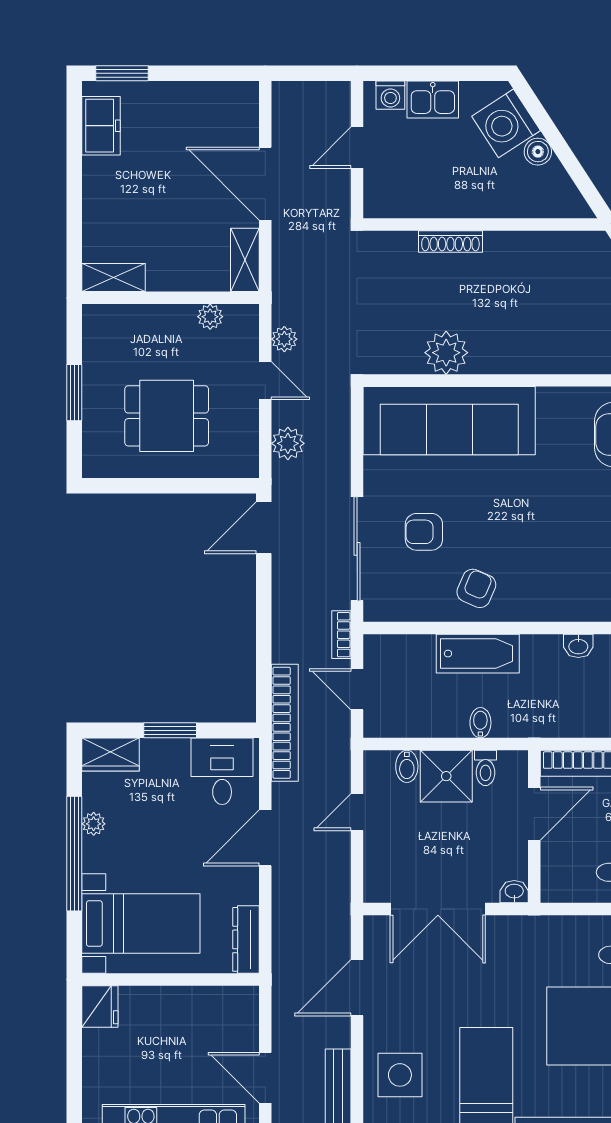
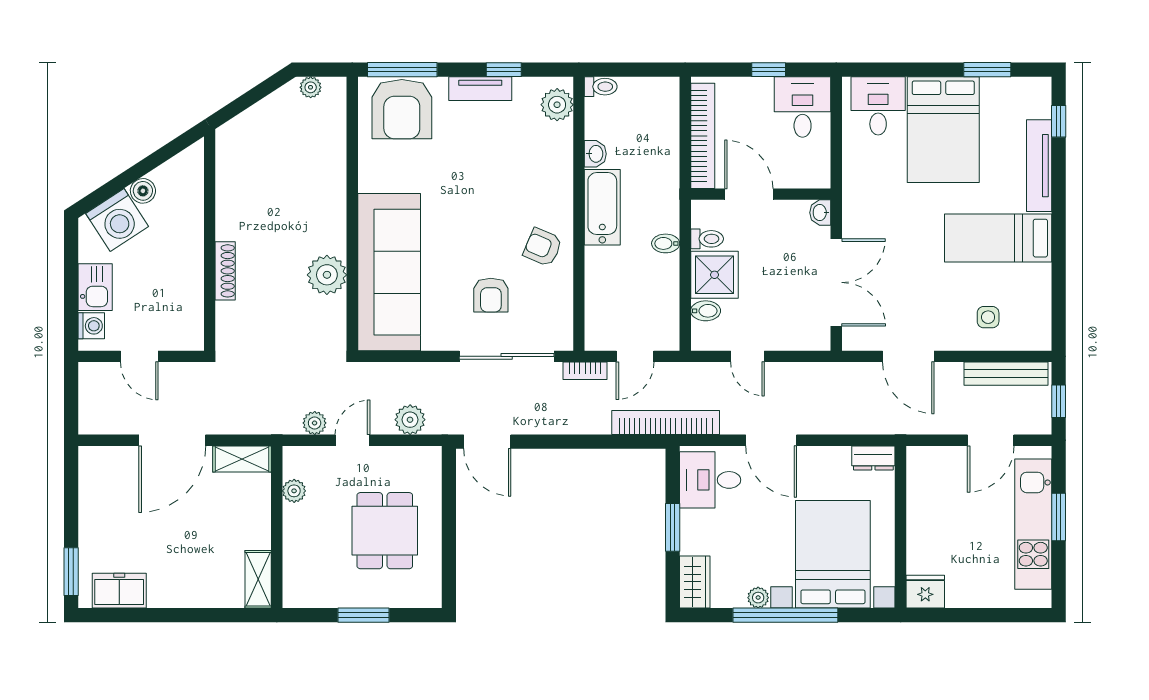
bathtub: (478, 654) -> (602, 207), moved
bed with nightstands: (141, 923) -> (833, 554), width x1.36
dresser: (246, 939) -> (873, 458), width x0.70
side table: (400, 1075) -> (988, 317), width x0.54, depth x0.54

